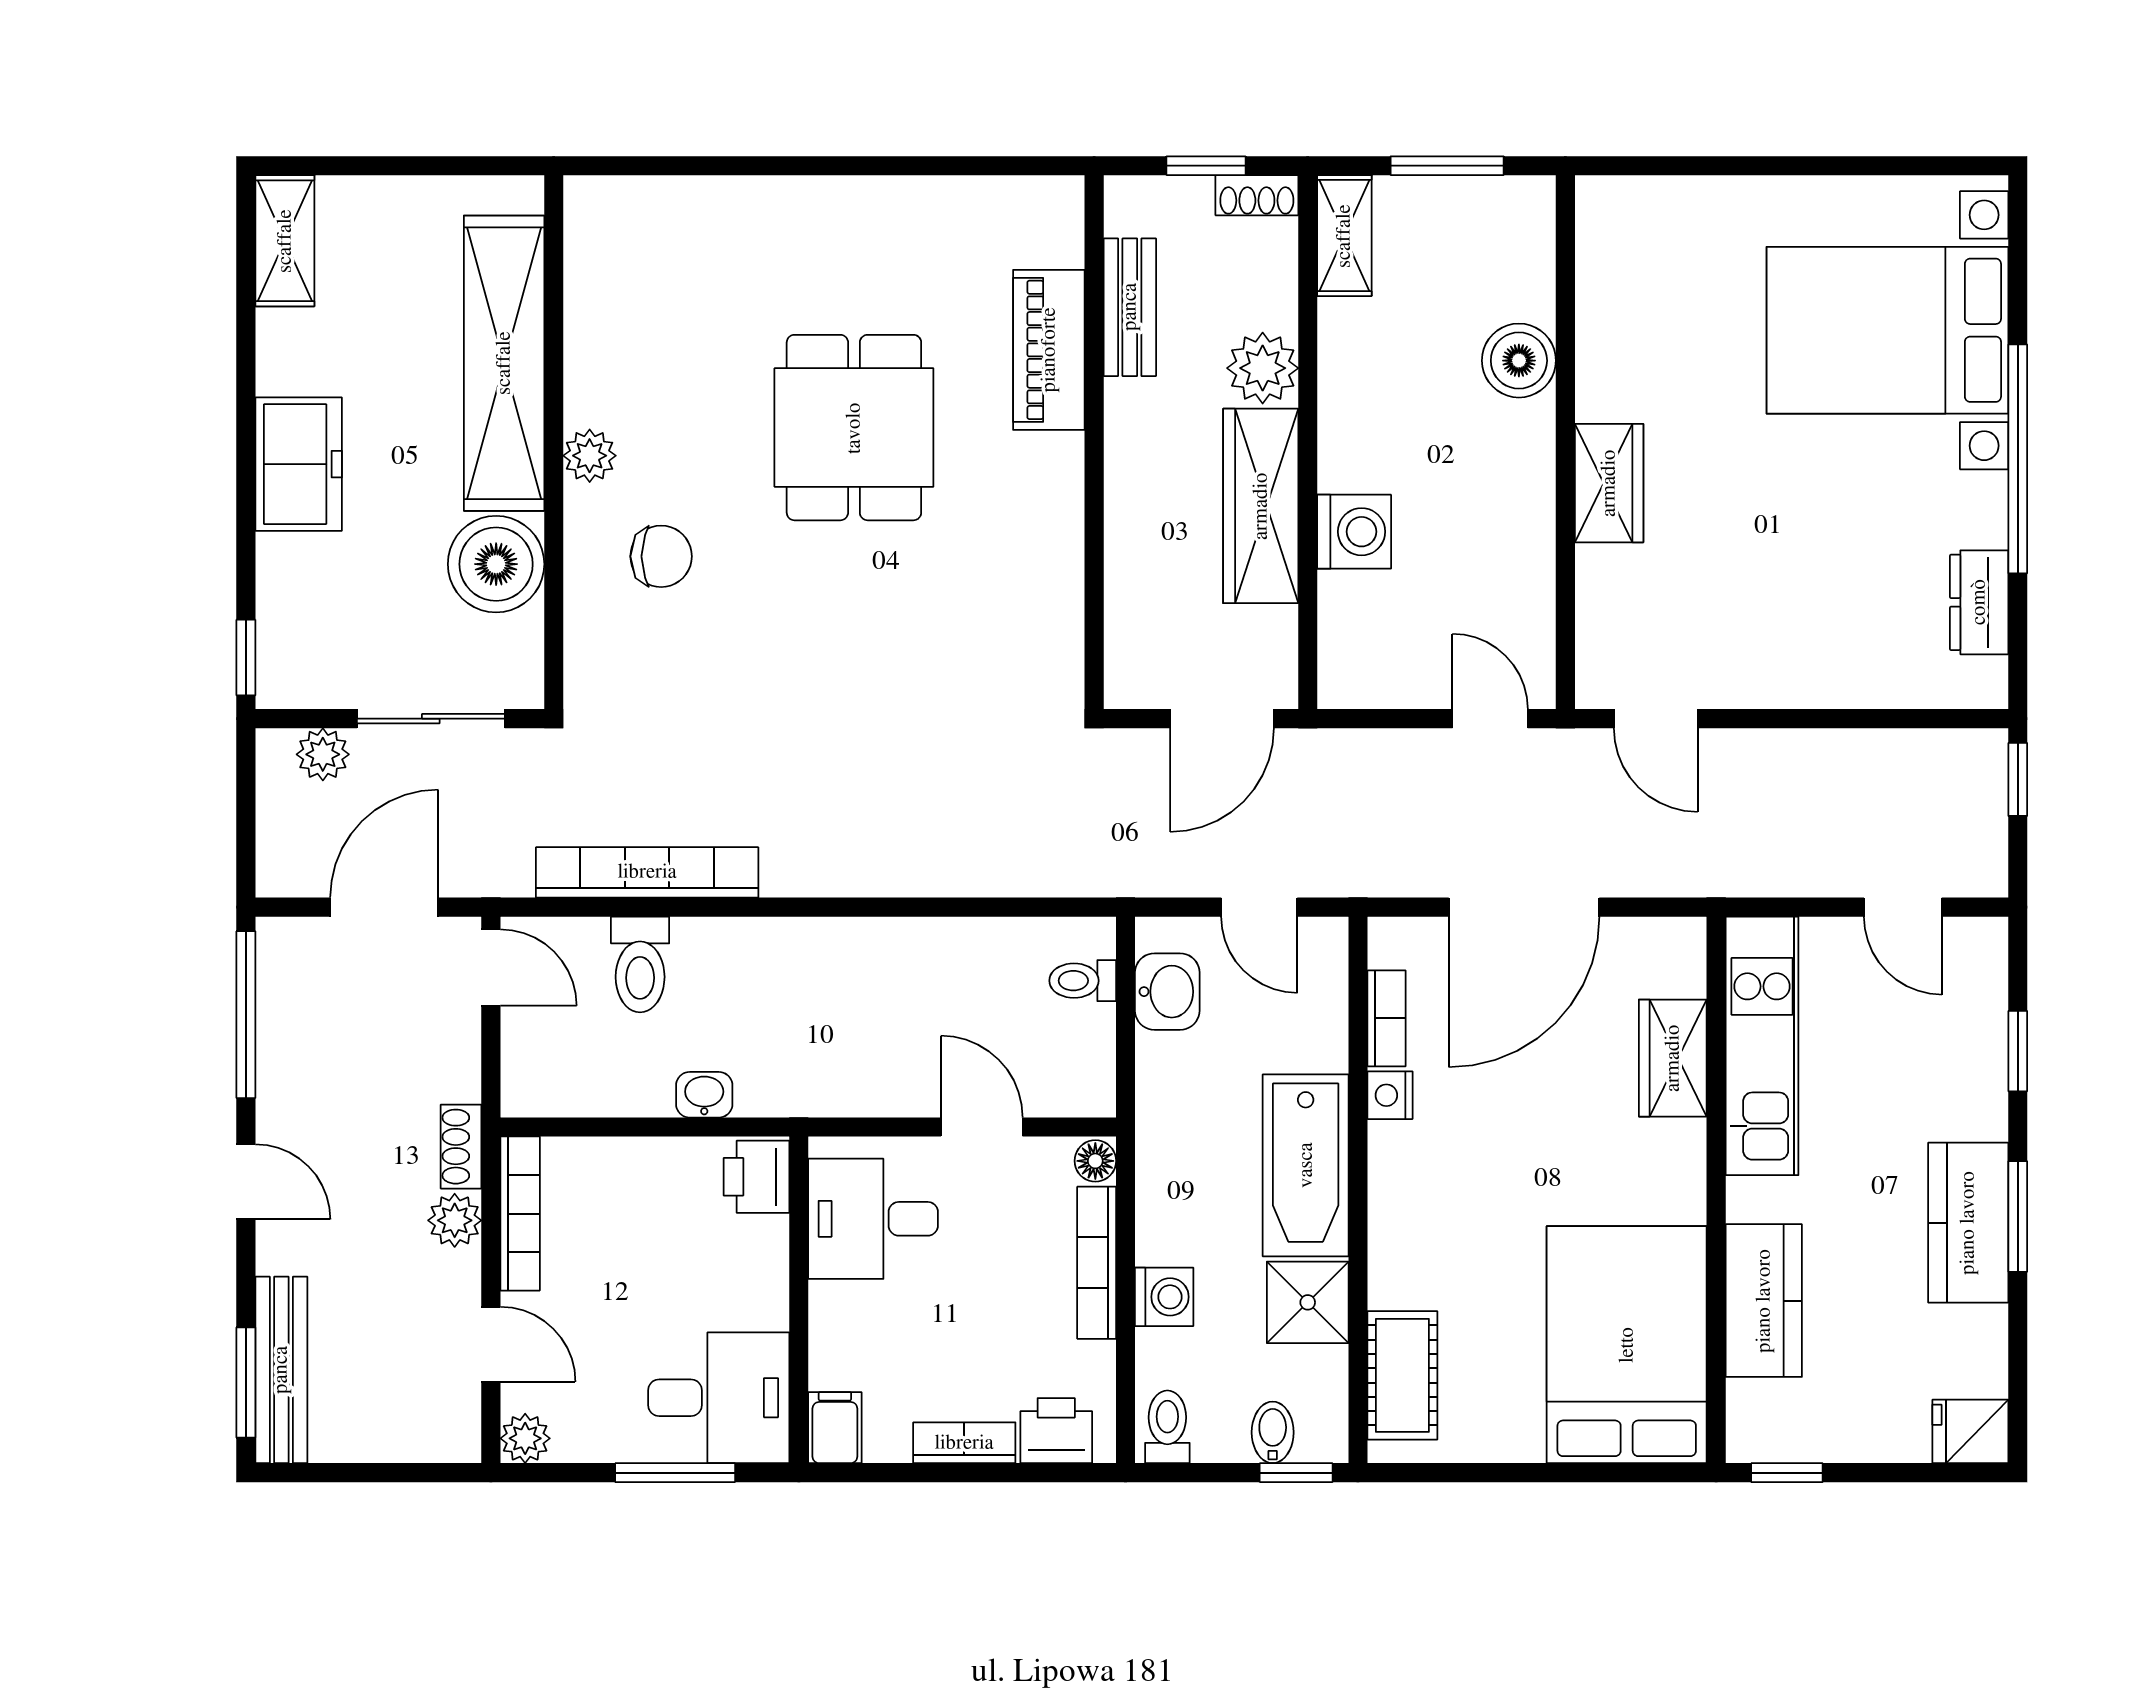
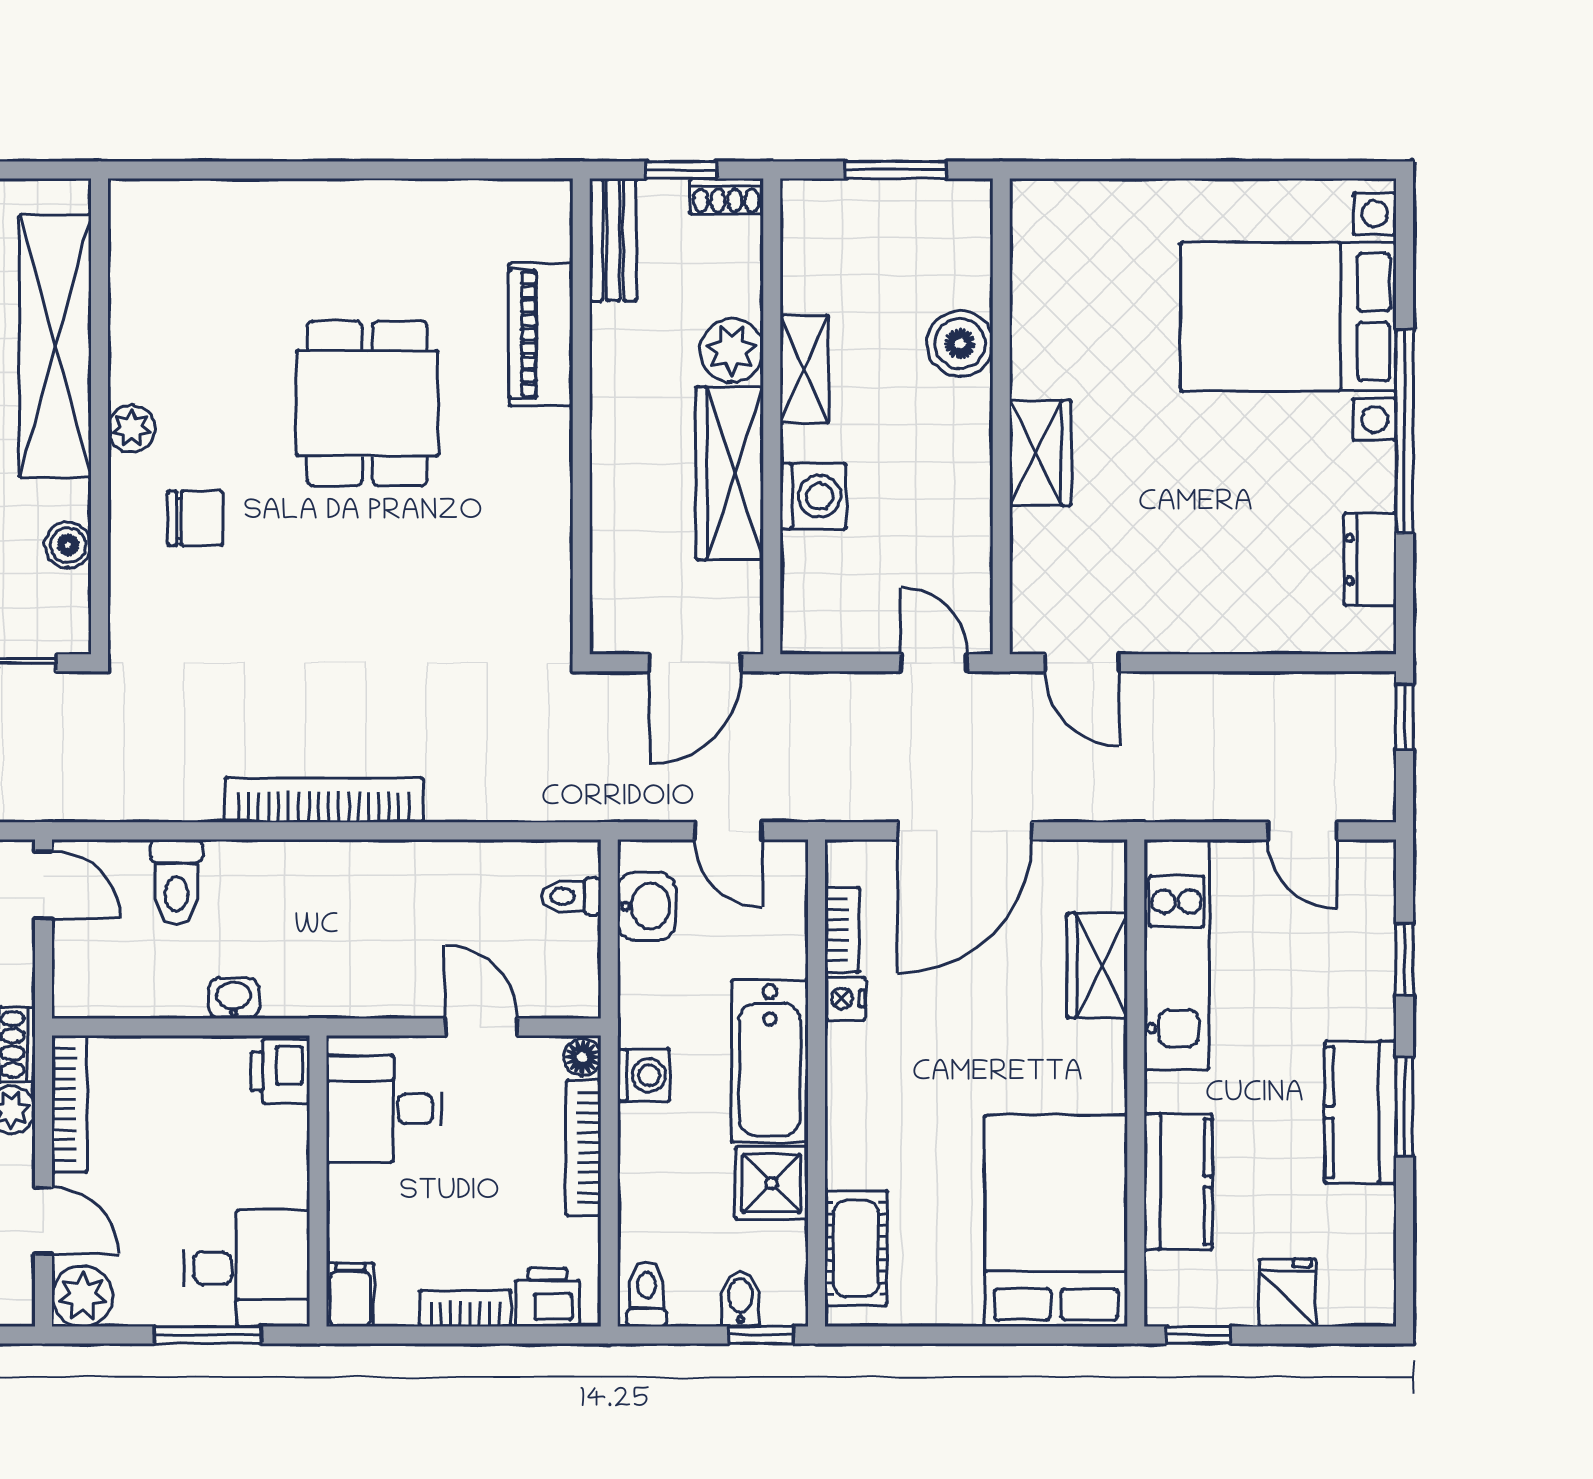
shelving: (1344, 236) -> (804, 369), moved
bench: (1130, 307) -> (613, 240), moved
boiler: (496, 564) -> (68, 545), width x0.54, depth x0.54
bookcase: (647, 872) -> (324, 800), moved
washing machine: (1164, 1297) -> (644, 1075), moved
fridge: (1970, 1431) -> (1287, 1293), moved, turned 90
plant: (525, 1438) -> (82, 1296), width x1.38, depth x1.38

